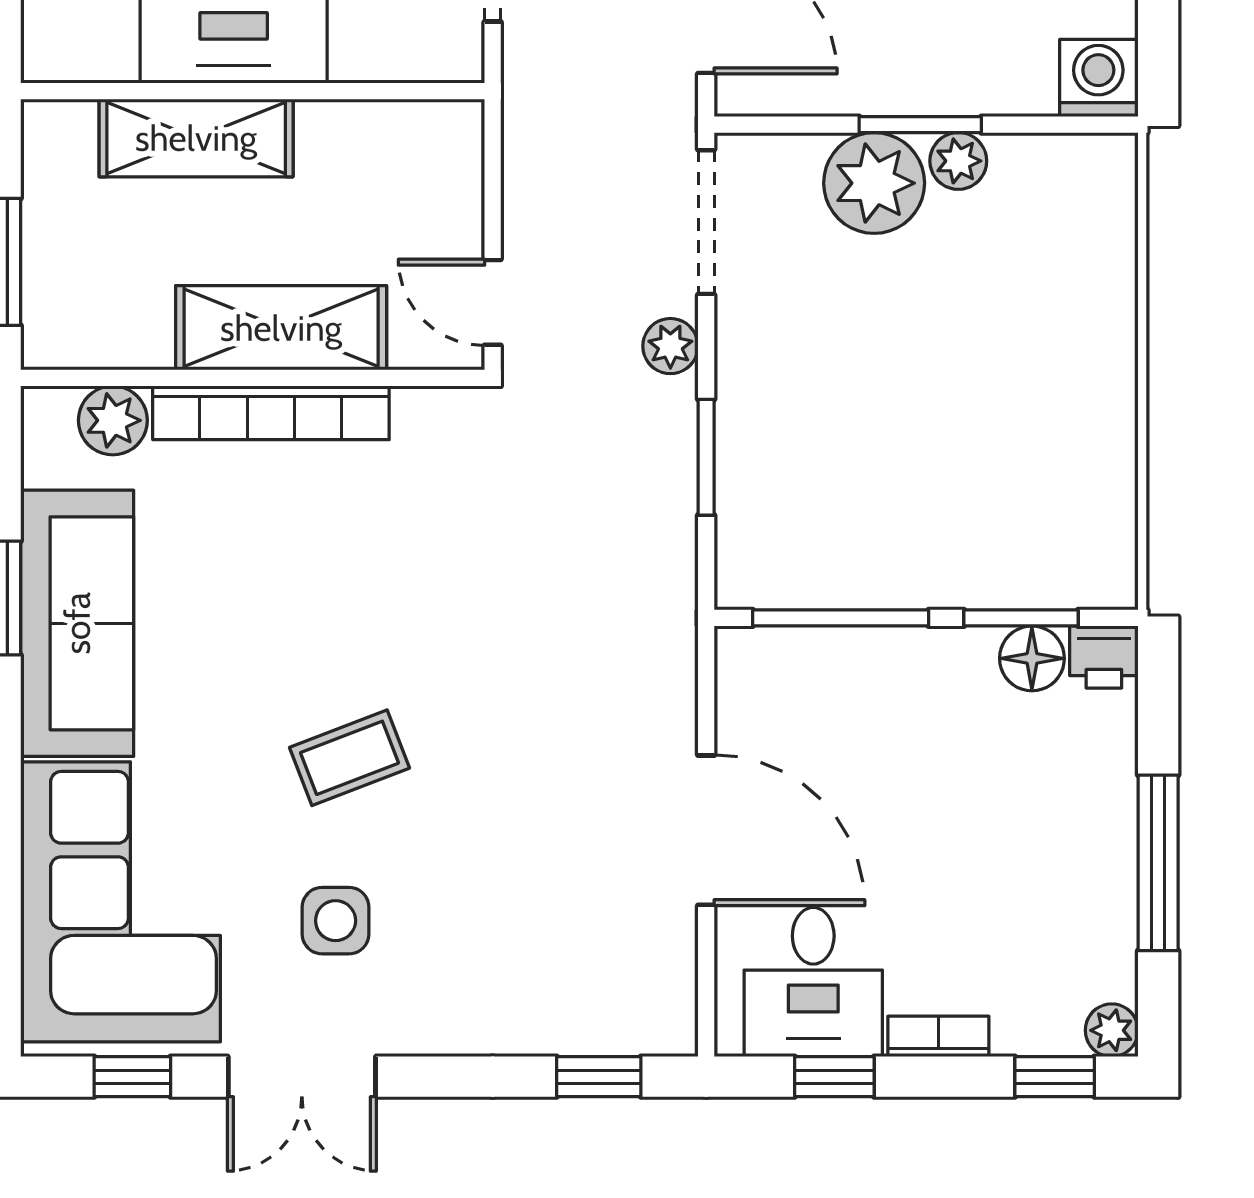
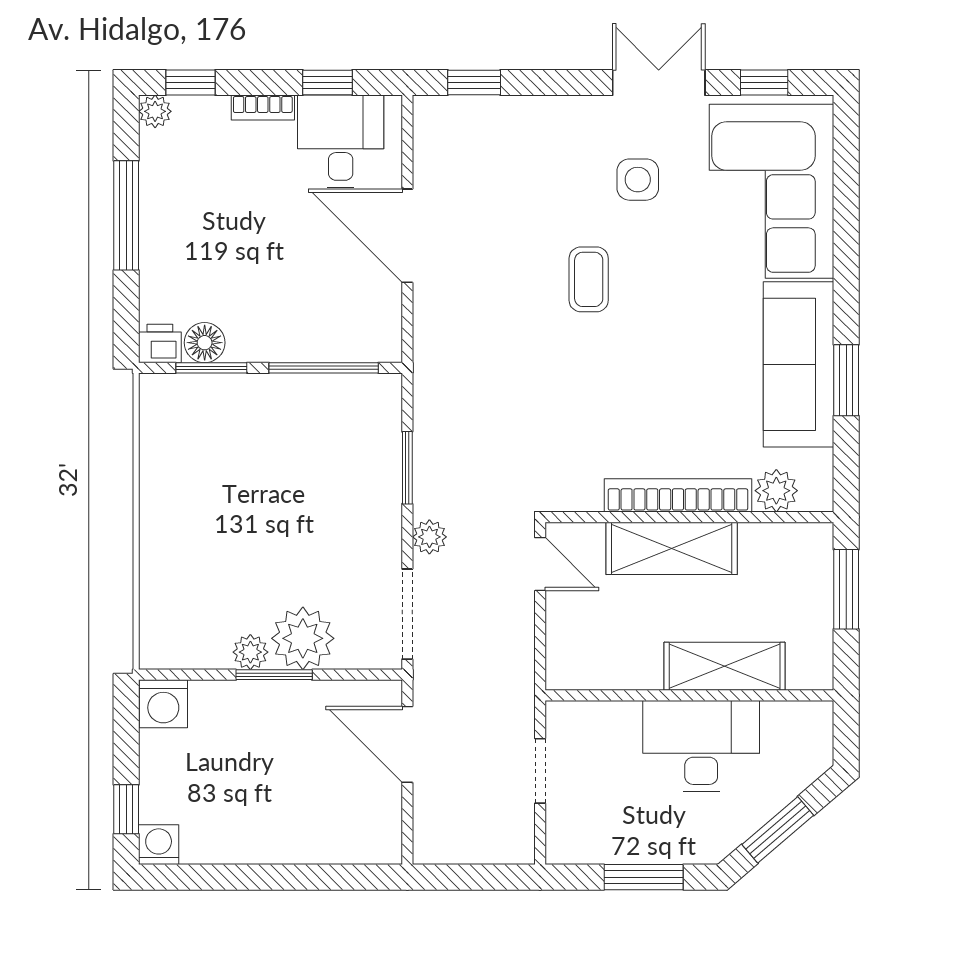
coffee table: (349, 758) -> (589, 279), moved, turned -69

